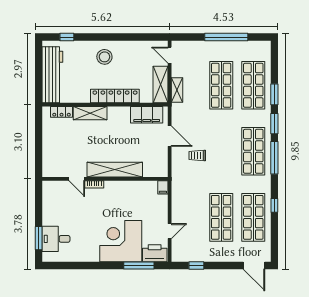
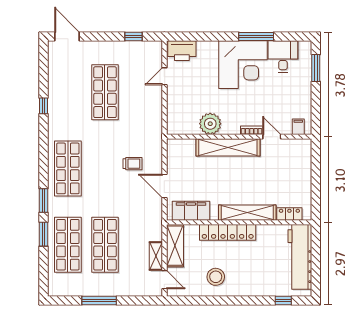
window: (226, 37) -> (99, 300), width x0.68
stool: (104, 57) -> (216, 277), moved
shelving: (177, 90) -> (156, 256), moved
shelving: (90, 113) -> (247, 213), width x1.47
window: (274, 158) -> (43, 161), removed
filing cabinet: (163, 187) -> (298, 127), moved
plant: (130, 190) -> (210, 124), added
shop shelf: (253, 217) -> (68, 92), removed
desk: (56, 239) -> (283, 56), moved, turned -90
corner desk: (121, 241) -> (243, 65), moved
window: (139, 266) -> (256, 36), moved

